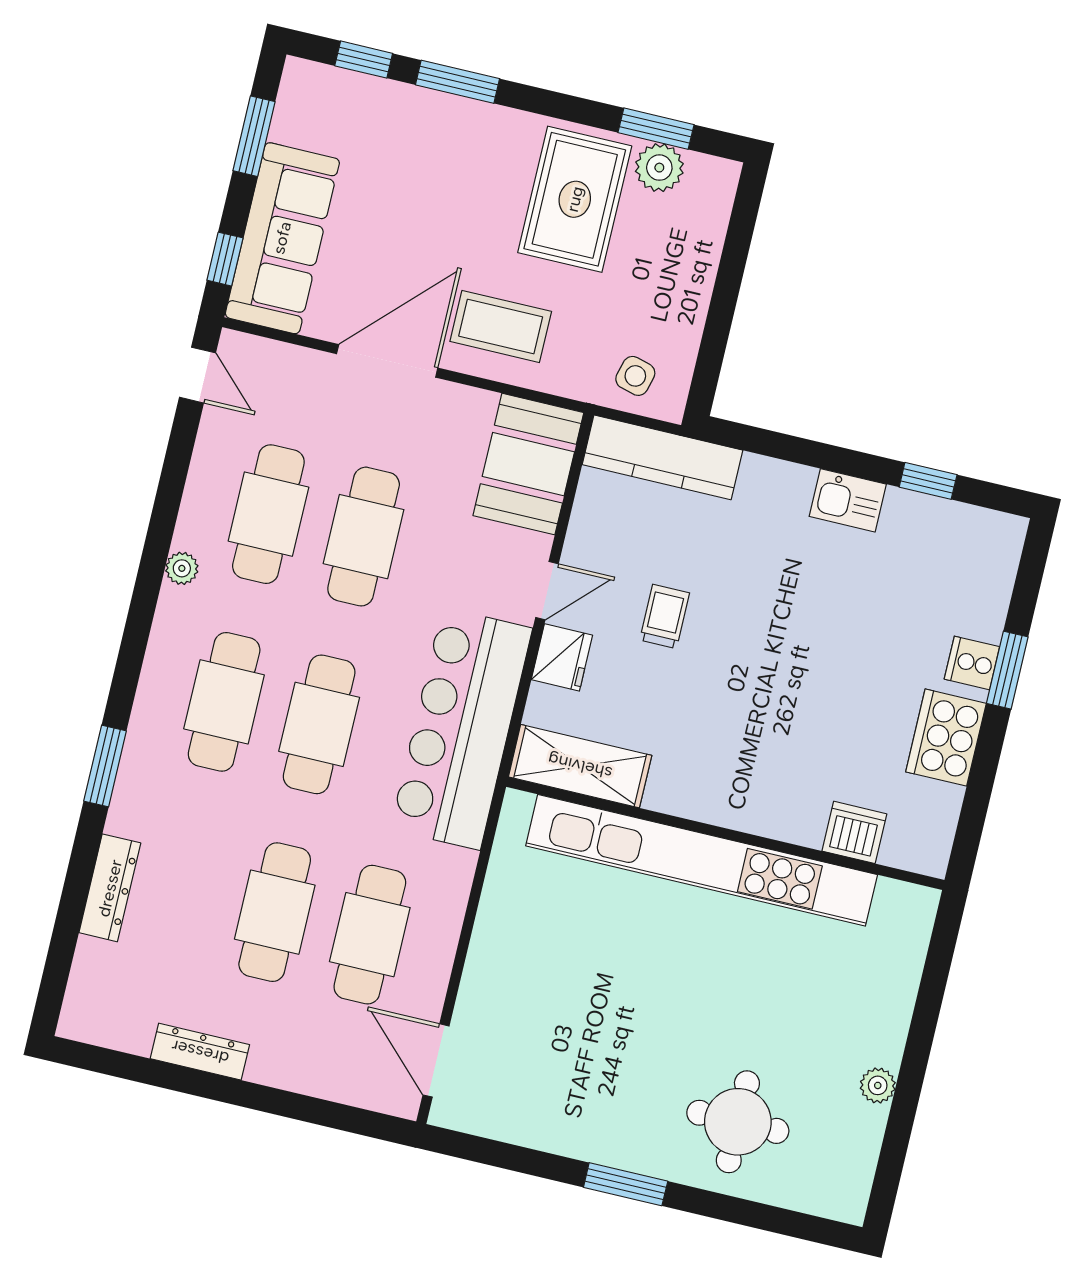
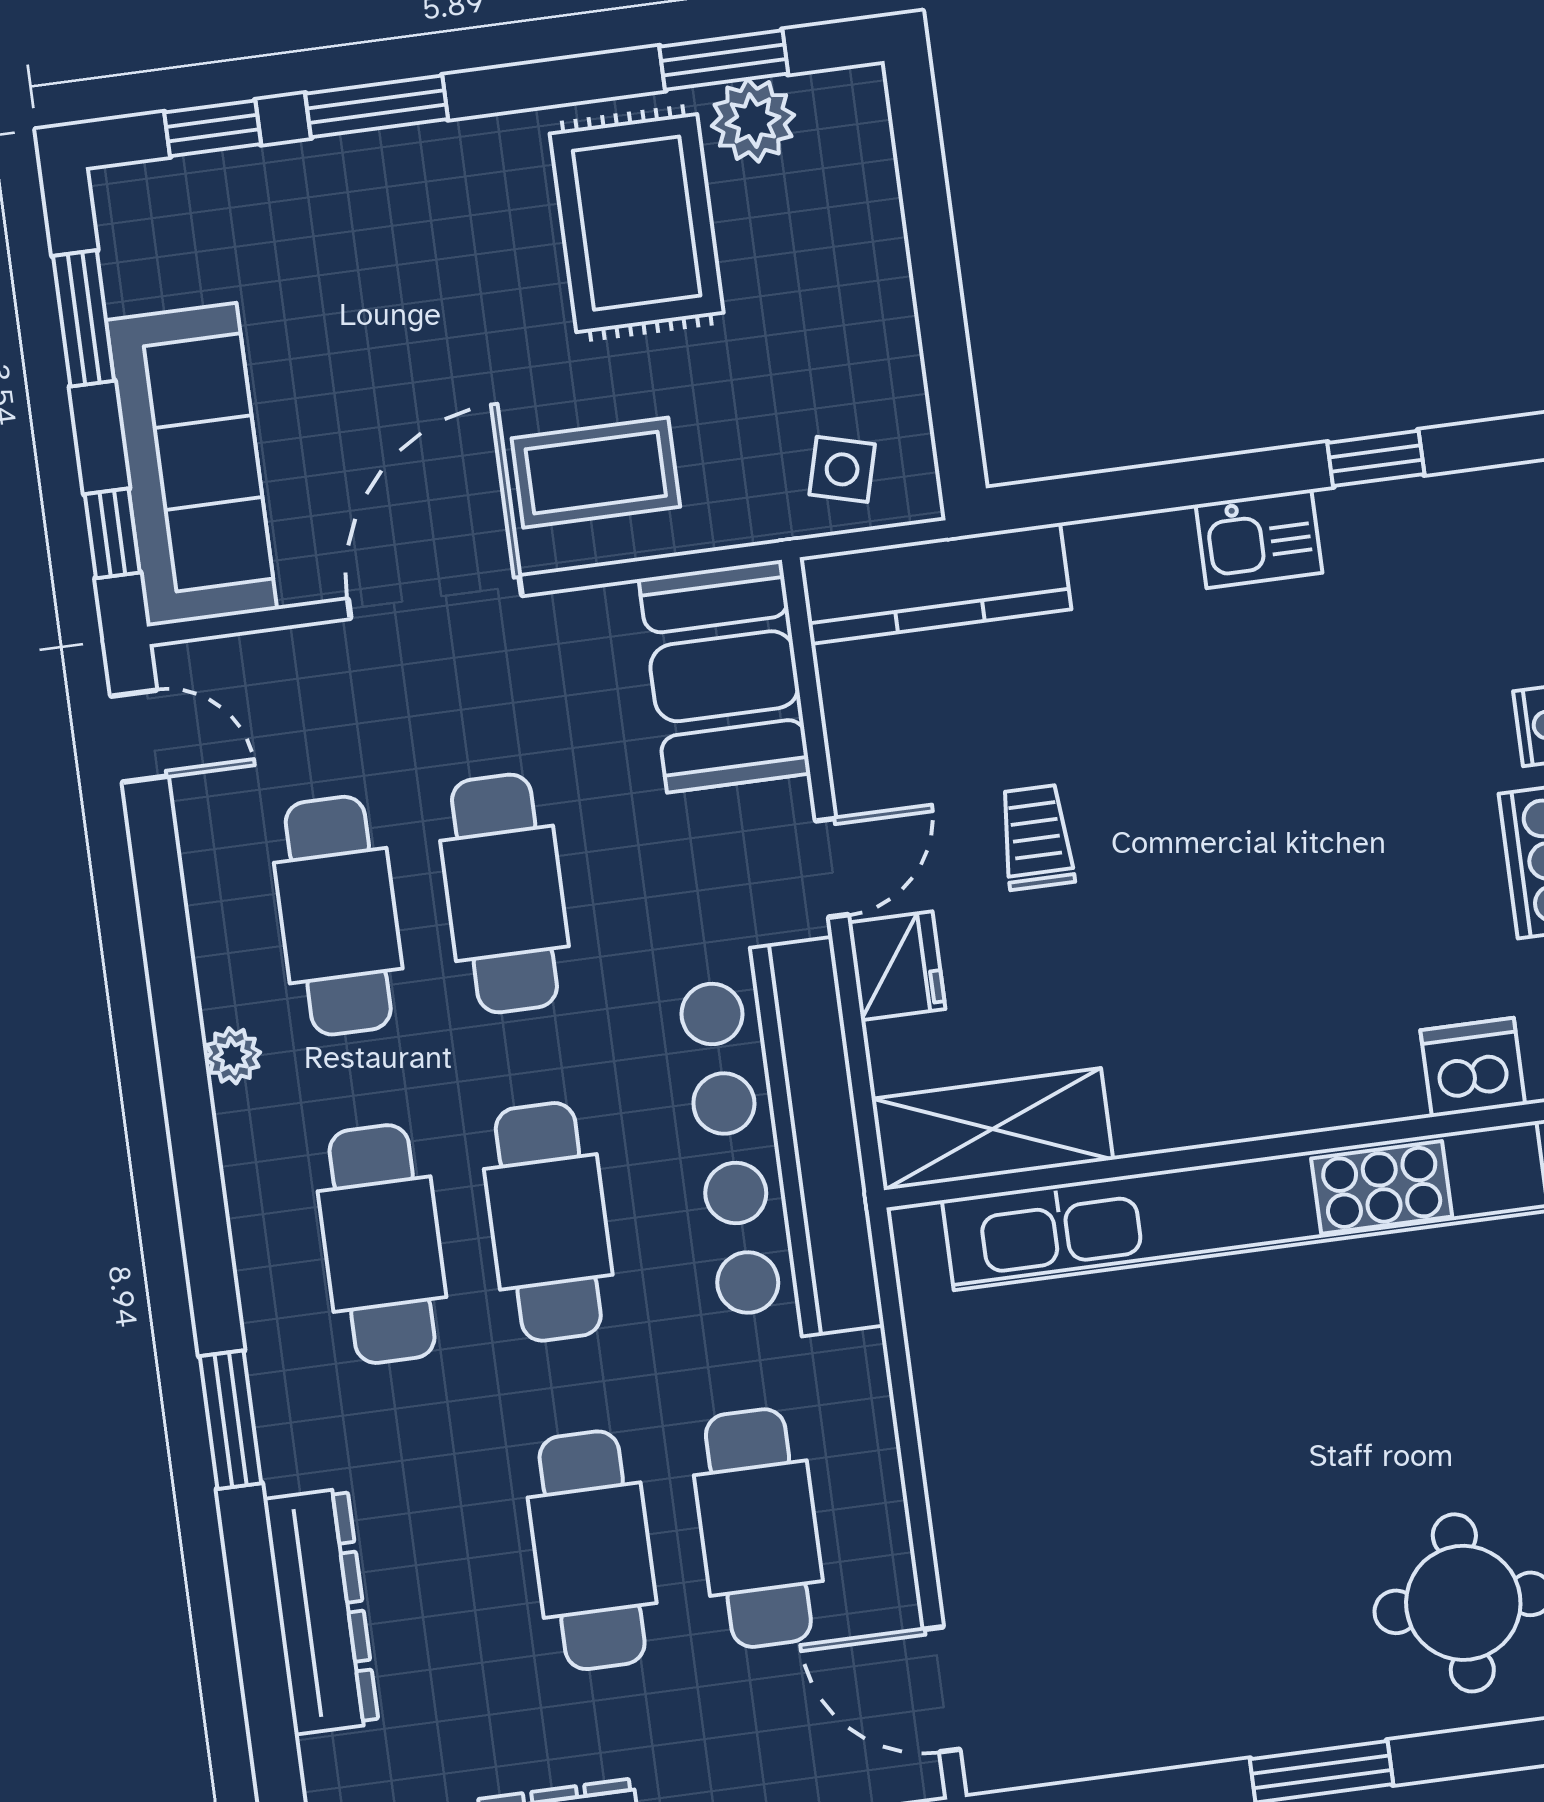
dresser: (110, 888) -> (321, 1611), width x1.37, depth x1.24

